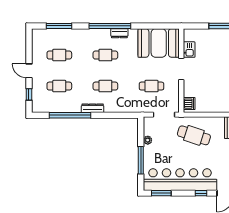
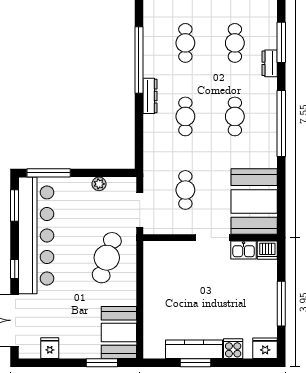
dresser: (119, 33) -> (270, 63), moved
dishwasher: (189, 104) -> (267, 250), moved
window: (141, 160) -> (49, 173), moved

